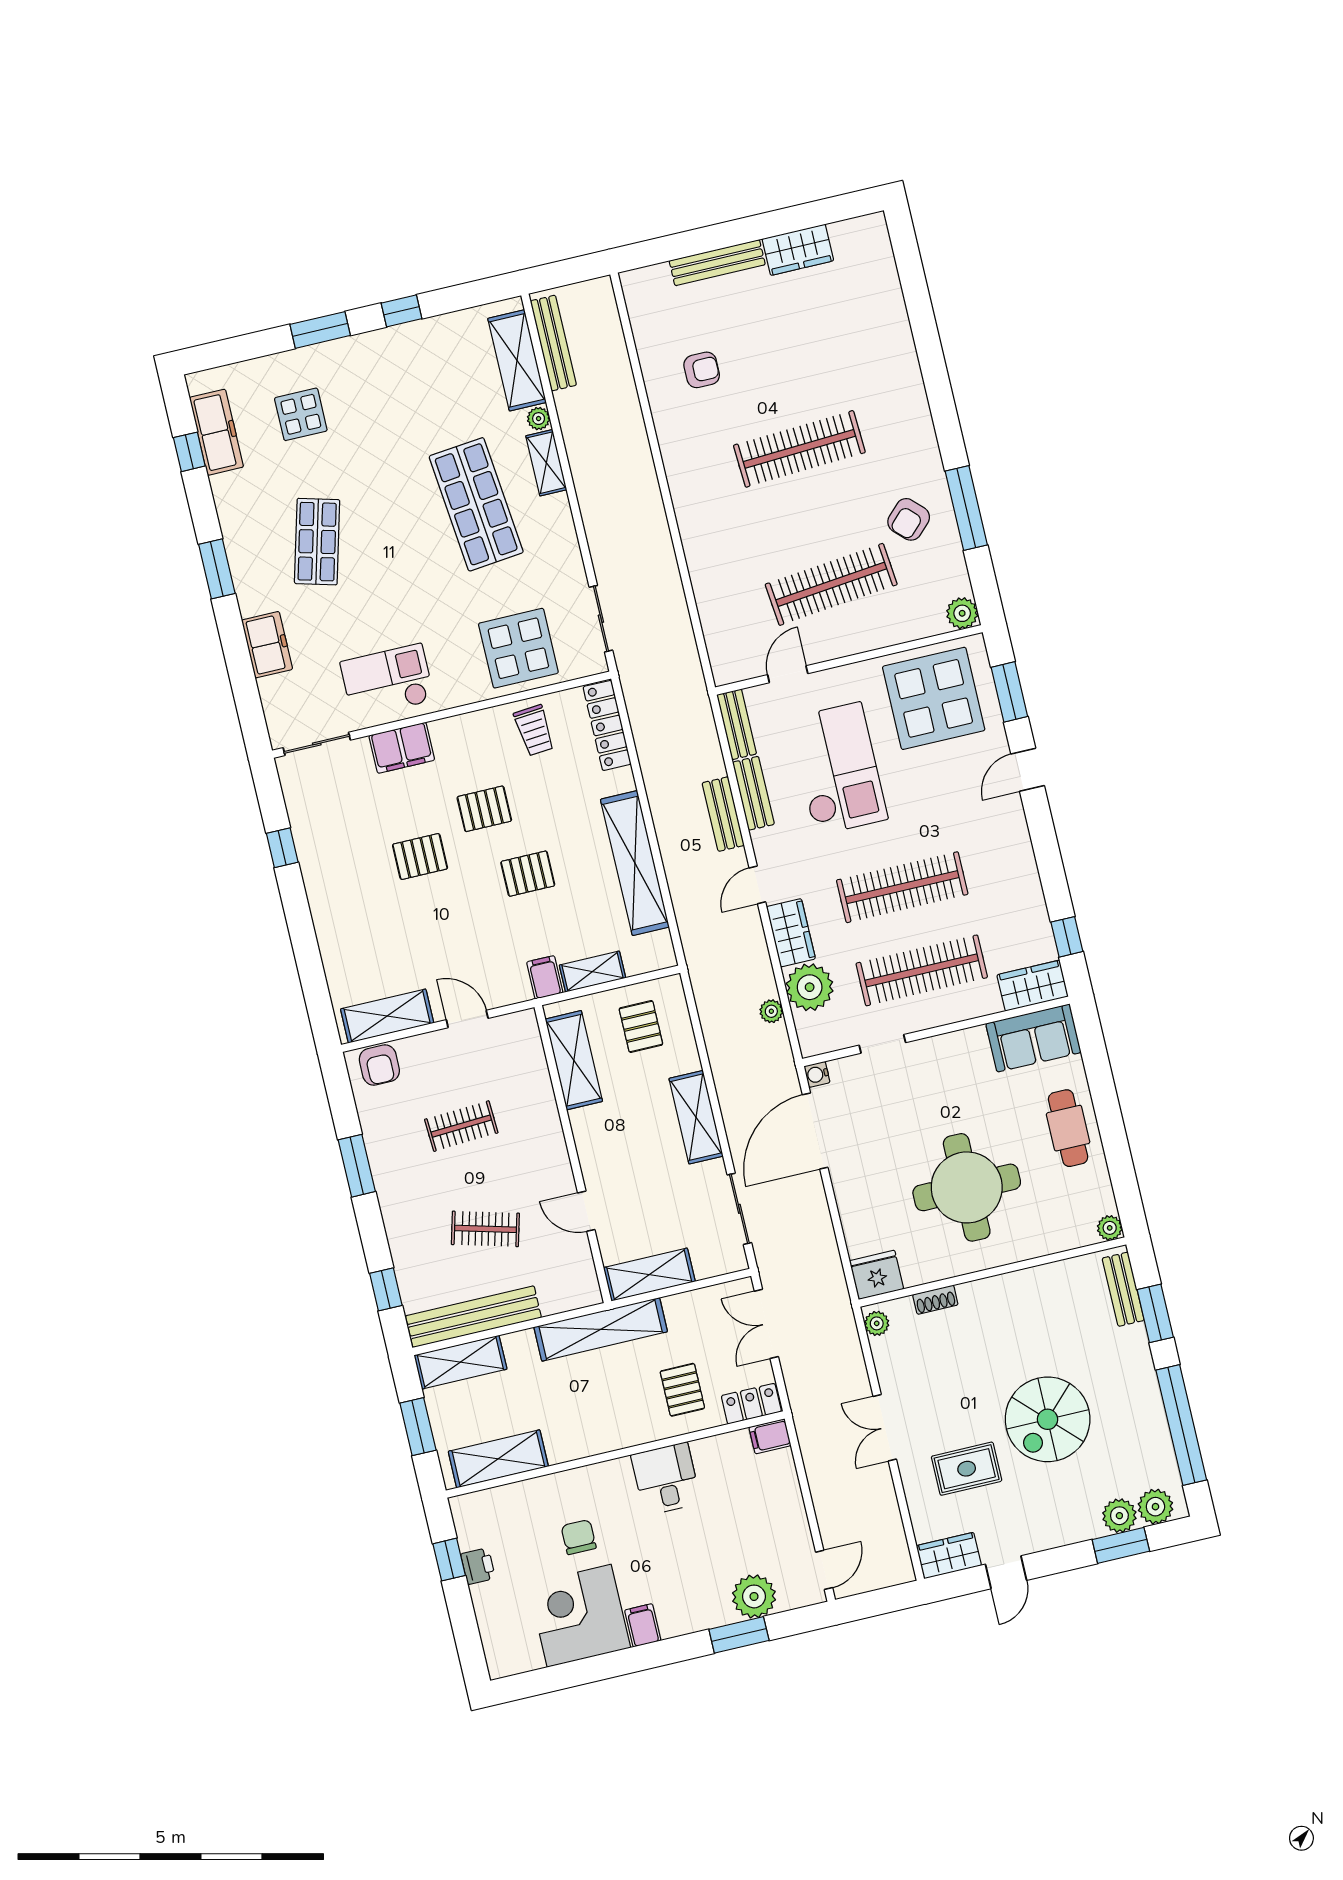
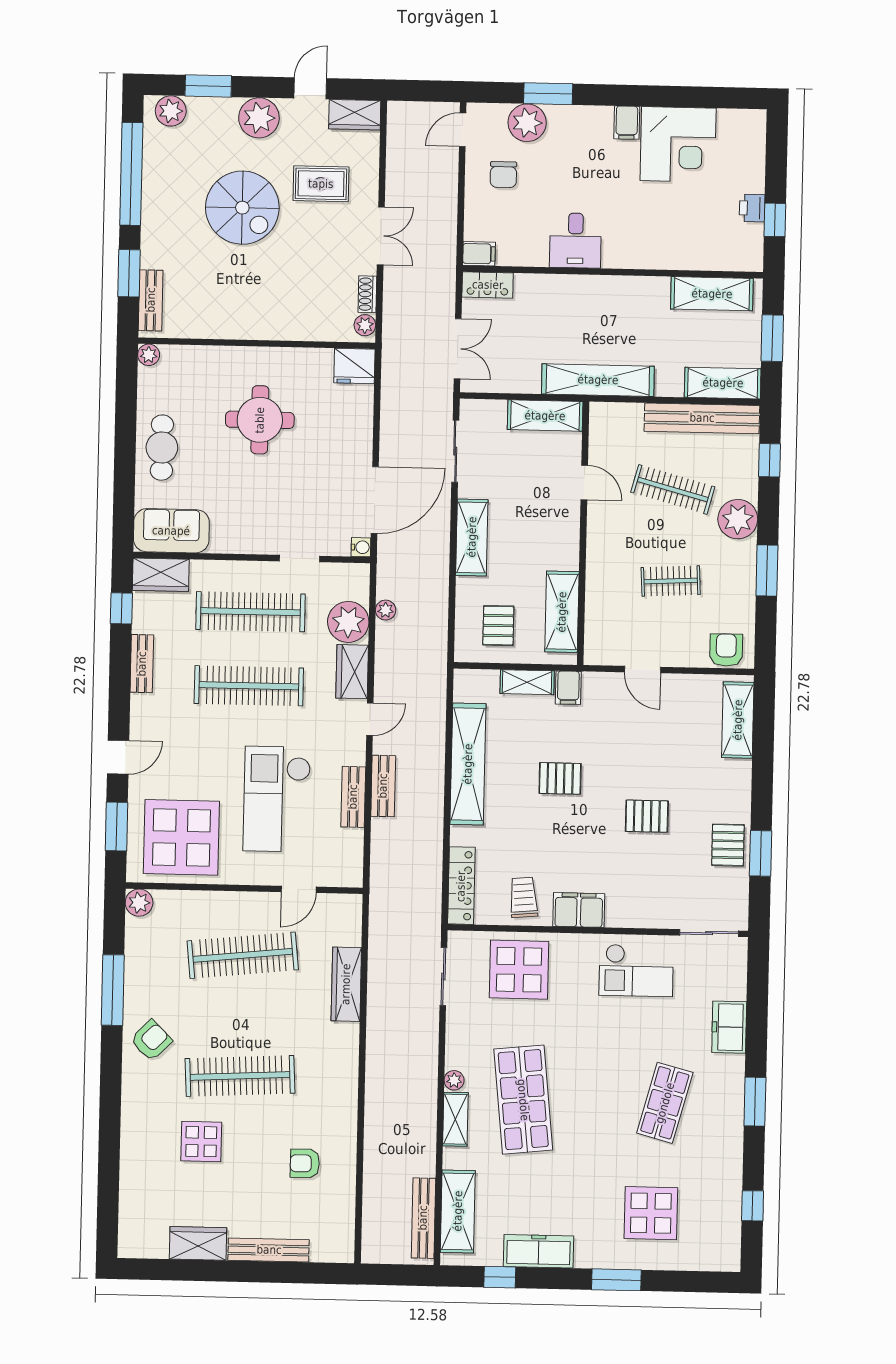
window: (402, 311) -> (500, 1277), moved
display table: (824, 364) -> (201, 1142), added
display table: (301, 414) -> (651, 1213), width x1.36, depth x1.36
plant: (539, 419) -> (454, 1080), moved
freezer: (216, 432) -> (539, 1251), moved, turned 90
armchair: (909, 519) -> (151, 1040), moved
wardrobe: (707, 582) -> (346, 984), added
bench: (737, 724) -> (142, 664), moved
filing cabinet: (402, 748) -> (579, 910), moved
pallet: (484, 809) -> (728, 845), moved, turned 90
window: (282, 848) -> (761, 853), width x1.50
shelving: (387, 1016) -> (738, 720), moved, turned 90
round table: (967, 1187) -> (260, 420), width x0.73, depth x0.73
plant: (404, 1215) -> (738, 519), added
clothes rail: (485, 1229) -> (673, 489), width x1.36
shoe rack: (935, 1300) -> (367, 294), moved, turned -90
pallet: (682, 1390) -> (542, 312), removed
spiral stairs: (1048, 1419) -> (242, 208), turned 90
plant: (1119, 1516) -> (259, 118), moved, width x1.36, depth x1.36
chair: (579, 1537) -> (503, 175), moved

